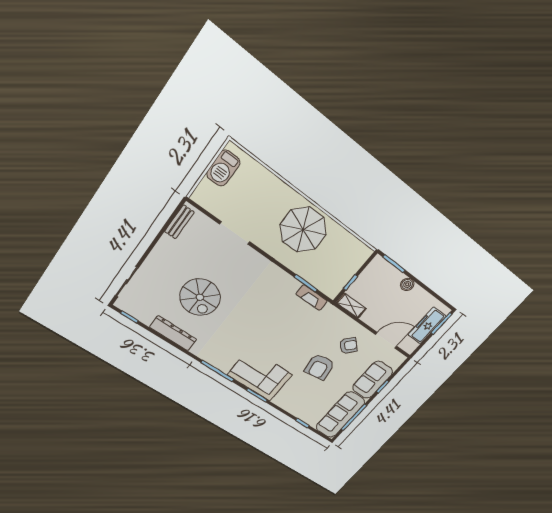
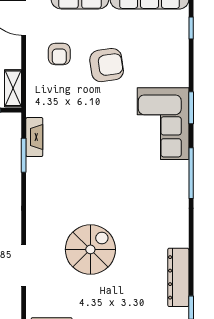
spiral stairs: (200, 297) -> (90, 249), moved
dresser: (173, 333) -> (178, 277), moved
armchair: (348, 346) -> (59, 54), turned -133

